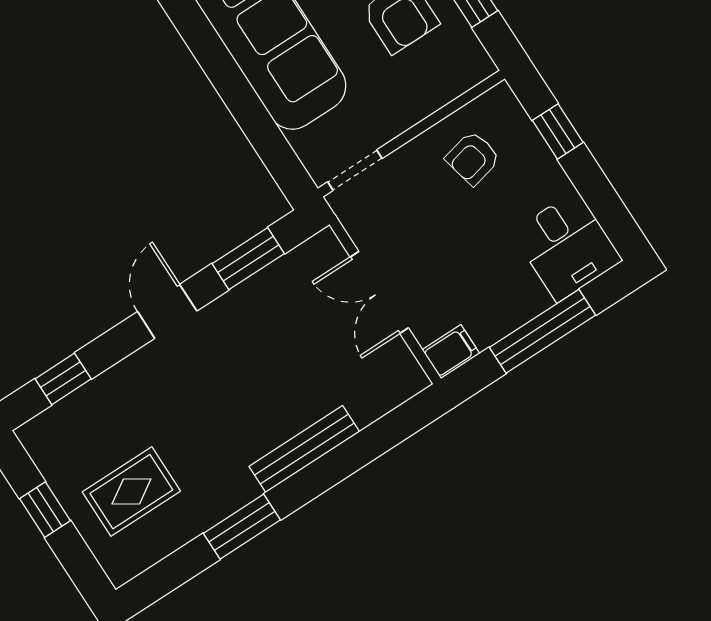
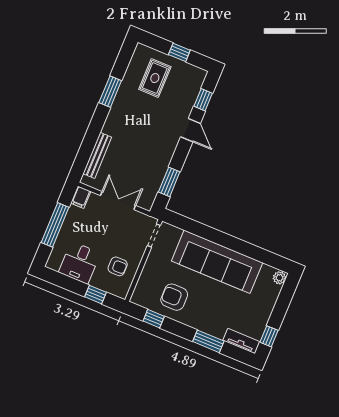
armchair: (473, 158) -> (118, 266), turned 103
desk: (567, 246) -> (79, 263), moved, turned -90
door: (167, 311) -> (191, 130), moved
bench: (304, 449) -> (97, 155), moved

